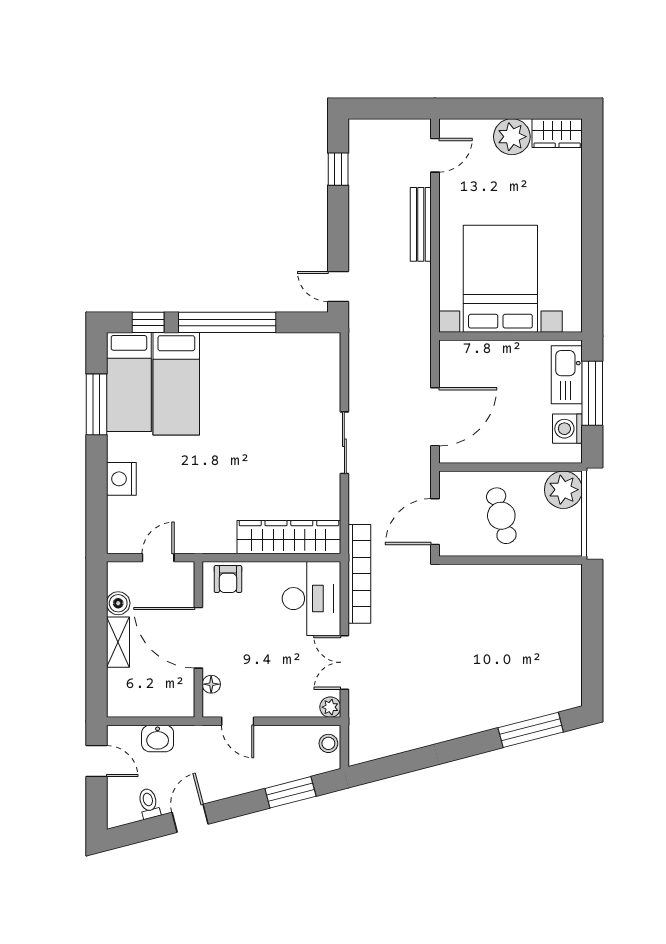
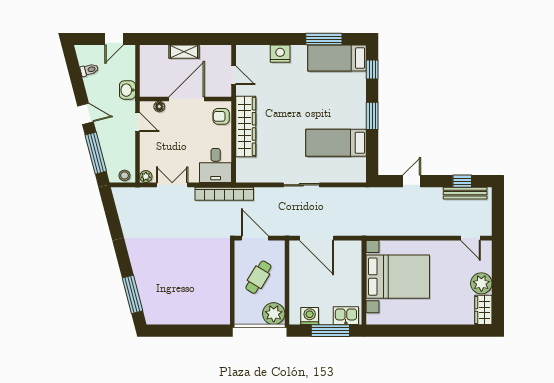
bench: (421, 224) -> (465, 193), moved
door: (338, 286) -> (412, 181), moved
window: (227, 322) -> (372, 116), width x0.47
kitchen sink: (567, 375) -> (346, 316), width x0.73
bed: (176, 384) -> (336, 143), moved
cafe table: (501, 516) -> (258, 277), turned -44
wardrobe: (289, 537) -> (246, 126), moved
desk: (311, 599) -> (216, 165), width x0.73
boiler: (118, 603) -> (207, 52), removed
door: (238, 721) -> (138, 122), swing flipped
washbasin: (158, 738) -> (127, 90), moved
window: (290, 792) -> (96, 153), width x1.44
door: (190, 818) -> (86, 114), moved

